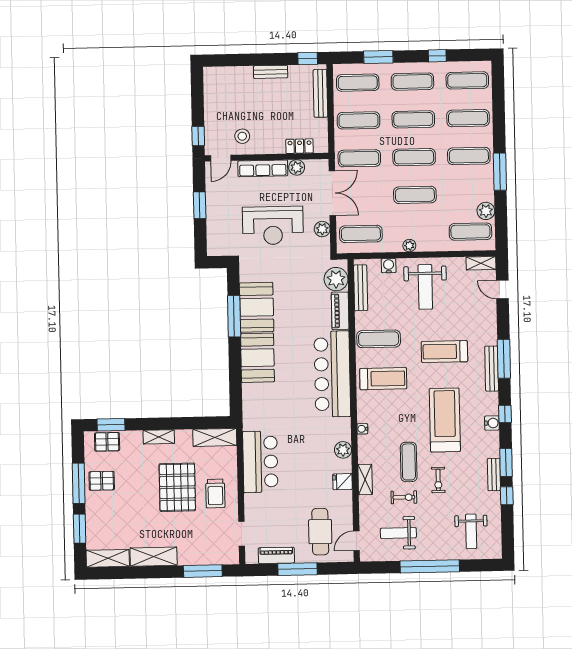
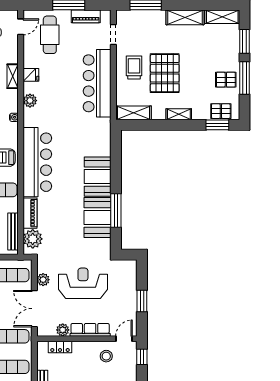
bar counter: (260, 462) -> (97, 83), width x1.36

